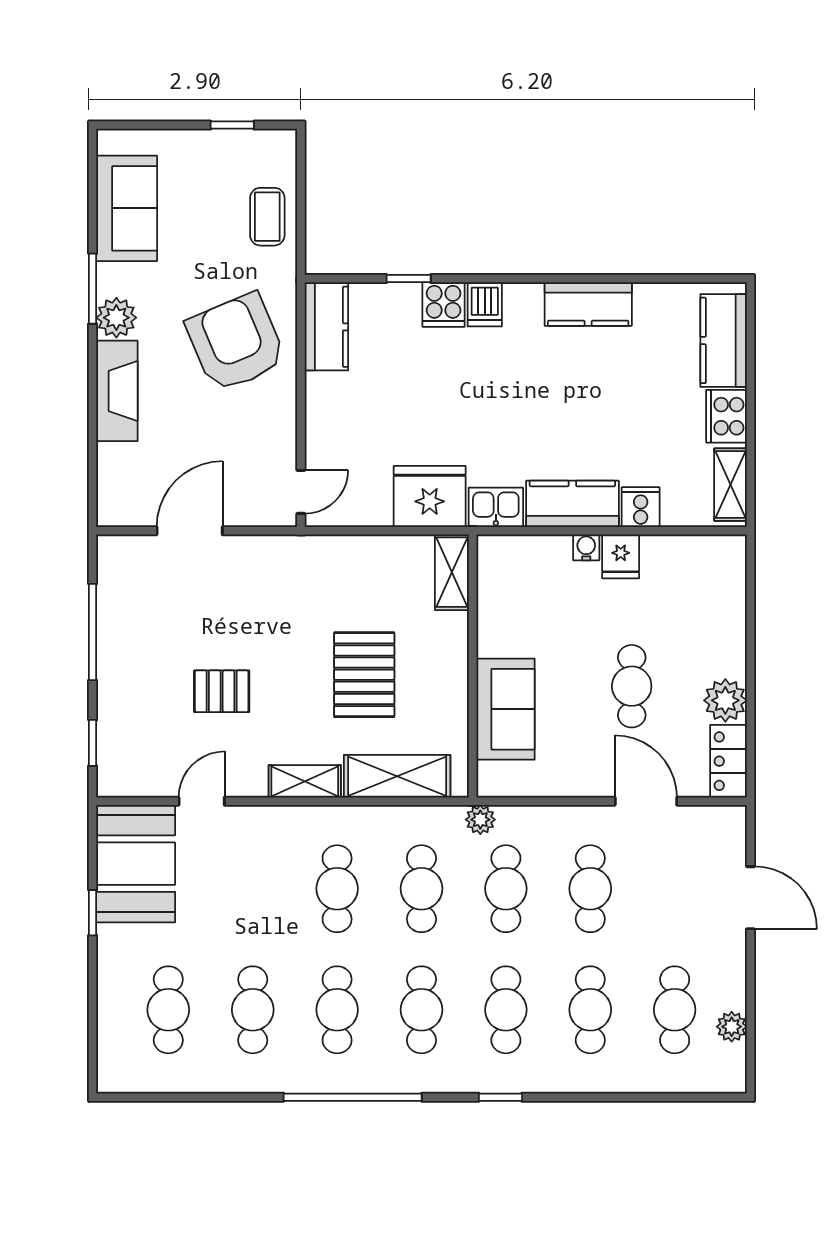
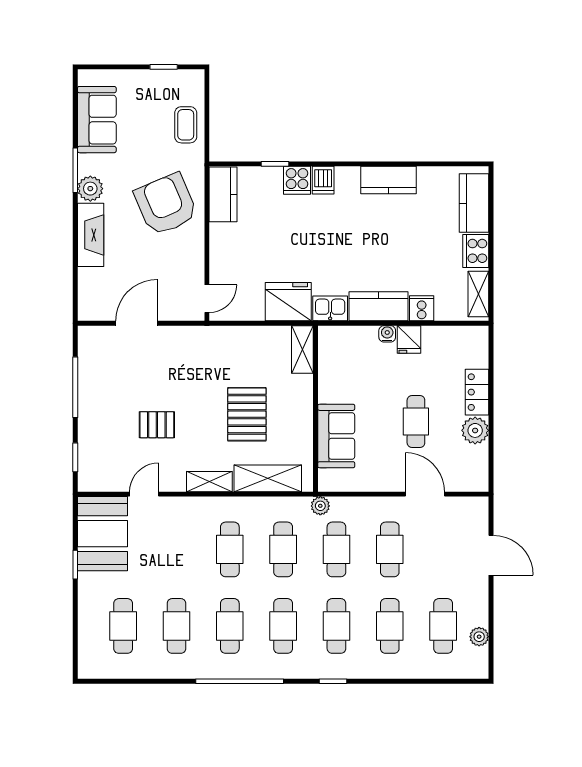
locker: (728, 761) -> (477, 392), moved

